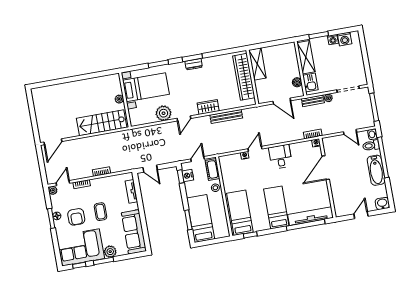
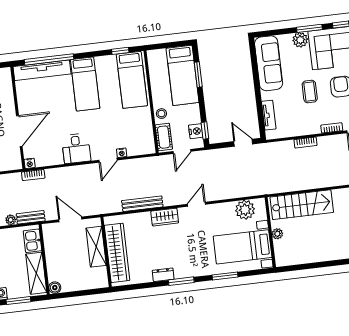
dresser: (194, 64) -> (163, 275), moved
shelving: (257, 64) -> (96, 247), moved
boiler: (297, 82) -> (55, 288), moved
plant: (164, 113) -> (245, 210), moved

